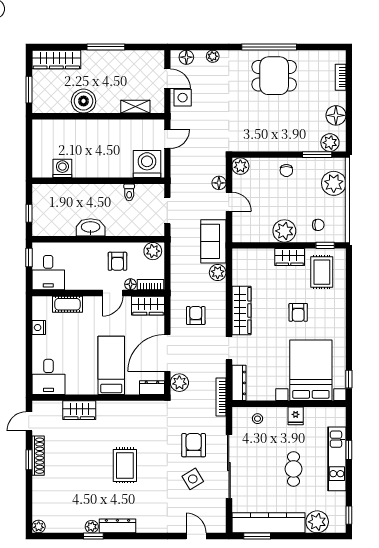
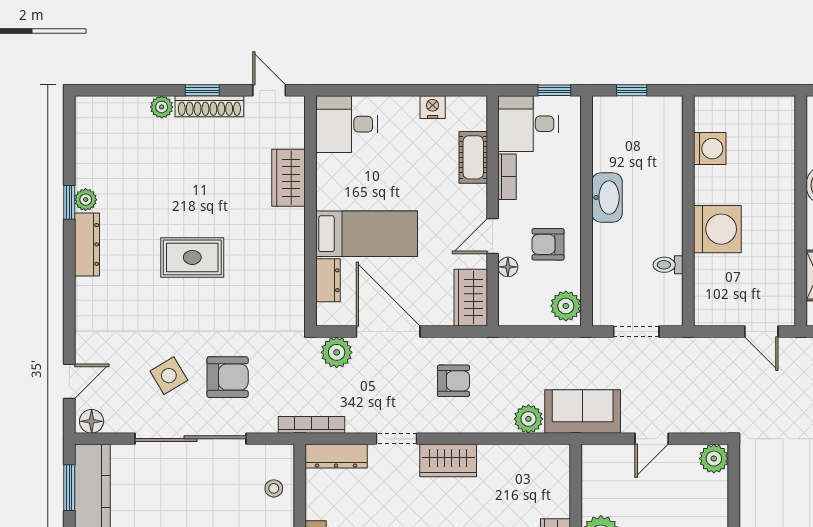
washing machine: (147, 164) -> (717, 229), moved
floor lamp: (219, 183) -> (92, 421), moved
bookcase: (150, 285) -> (507, 177), moved
door: (113, 293) -> (493, 236), hinge flipped
wardrobe: (241, 310) -> (448, 460), width x0.67
dresser: (152, 388) -> (328, 280), moved
plant: (39, 527) -> (162, 107), moved

